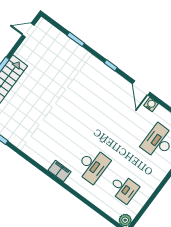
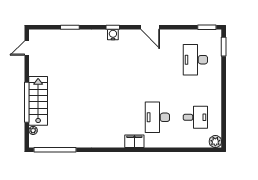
water cooler: (151, 104) -> (113, 35), moved
desk: (93, 165) -> (157, 117), turned 180

